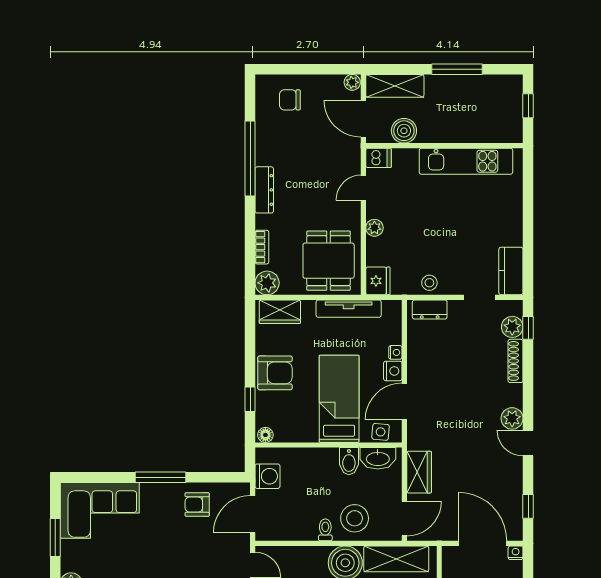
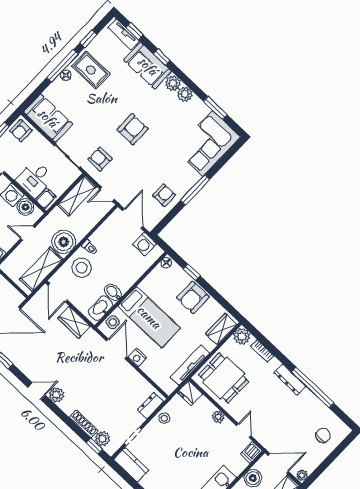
nightstand: (395, 352) -> (145, 368), removed

